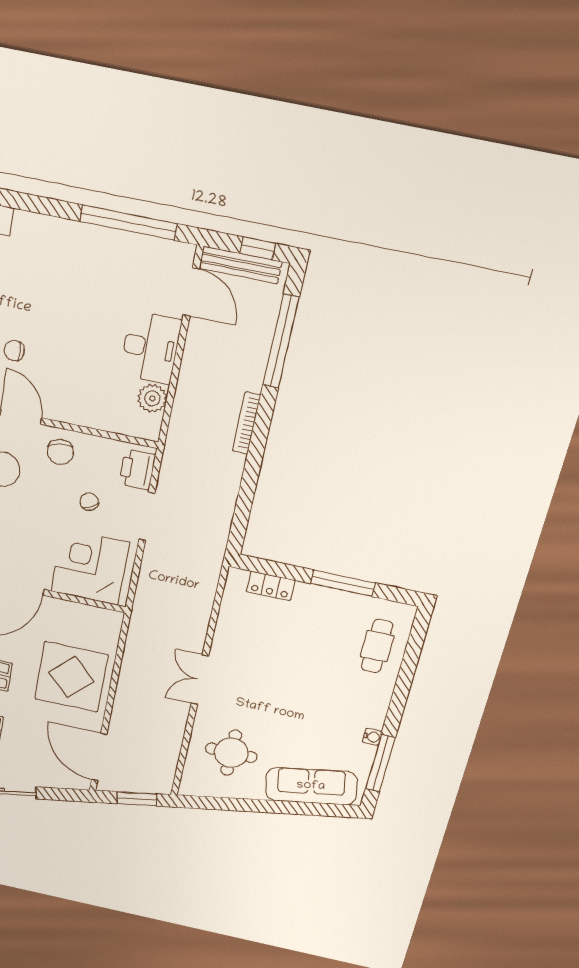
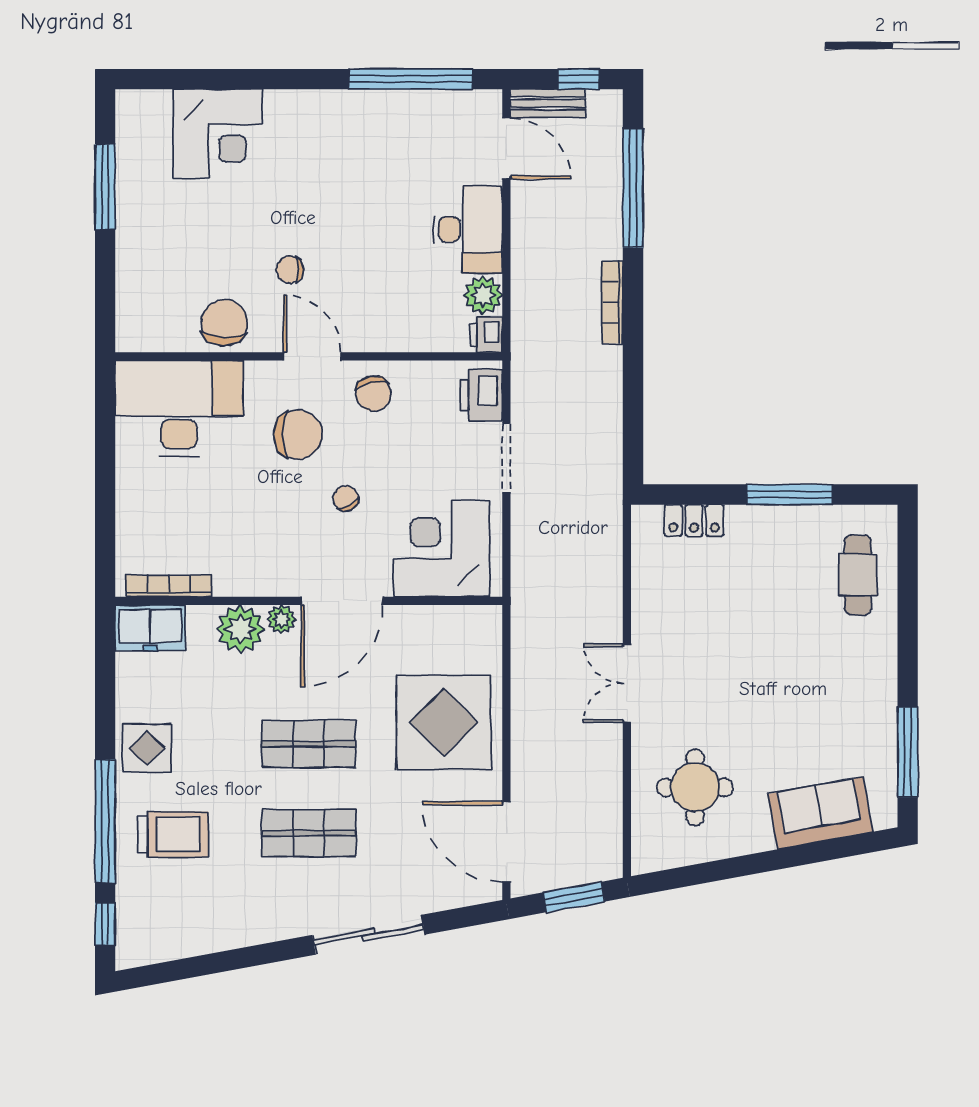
bench: (240, 265) -> (548, 103), width x0.73
printer: (149, 427) -> (486, 335), added
chair: (89, 502) -> (346, 498), moved
water cooler: (372, 737) -> (886, 714), removed
sofa: (311, 786) -> (820, 813), width x0.73

